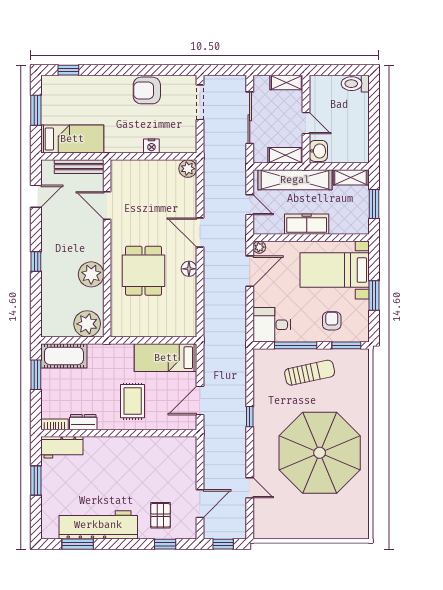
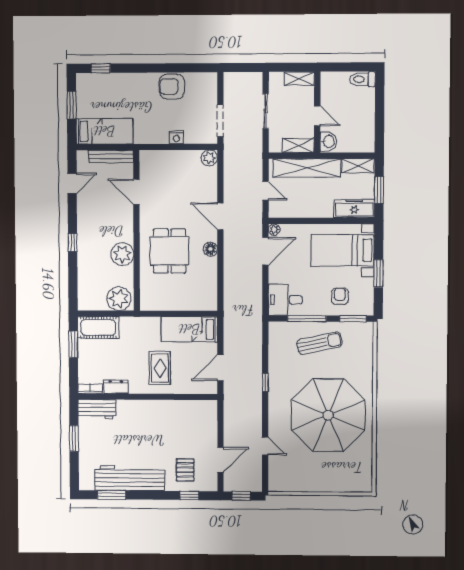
doorway: (200, 102) -> (220, 121), moved
sliding door: (250, 118) -> (266, 111), width x0.73
freezer: (307, 224) -> (354, 208), moved

